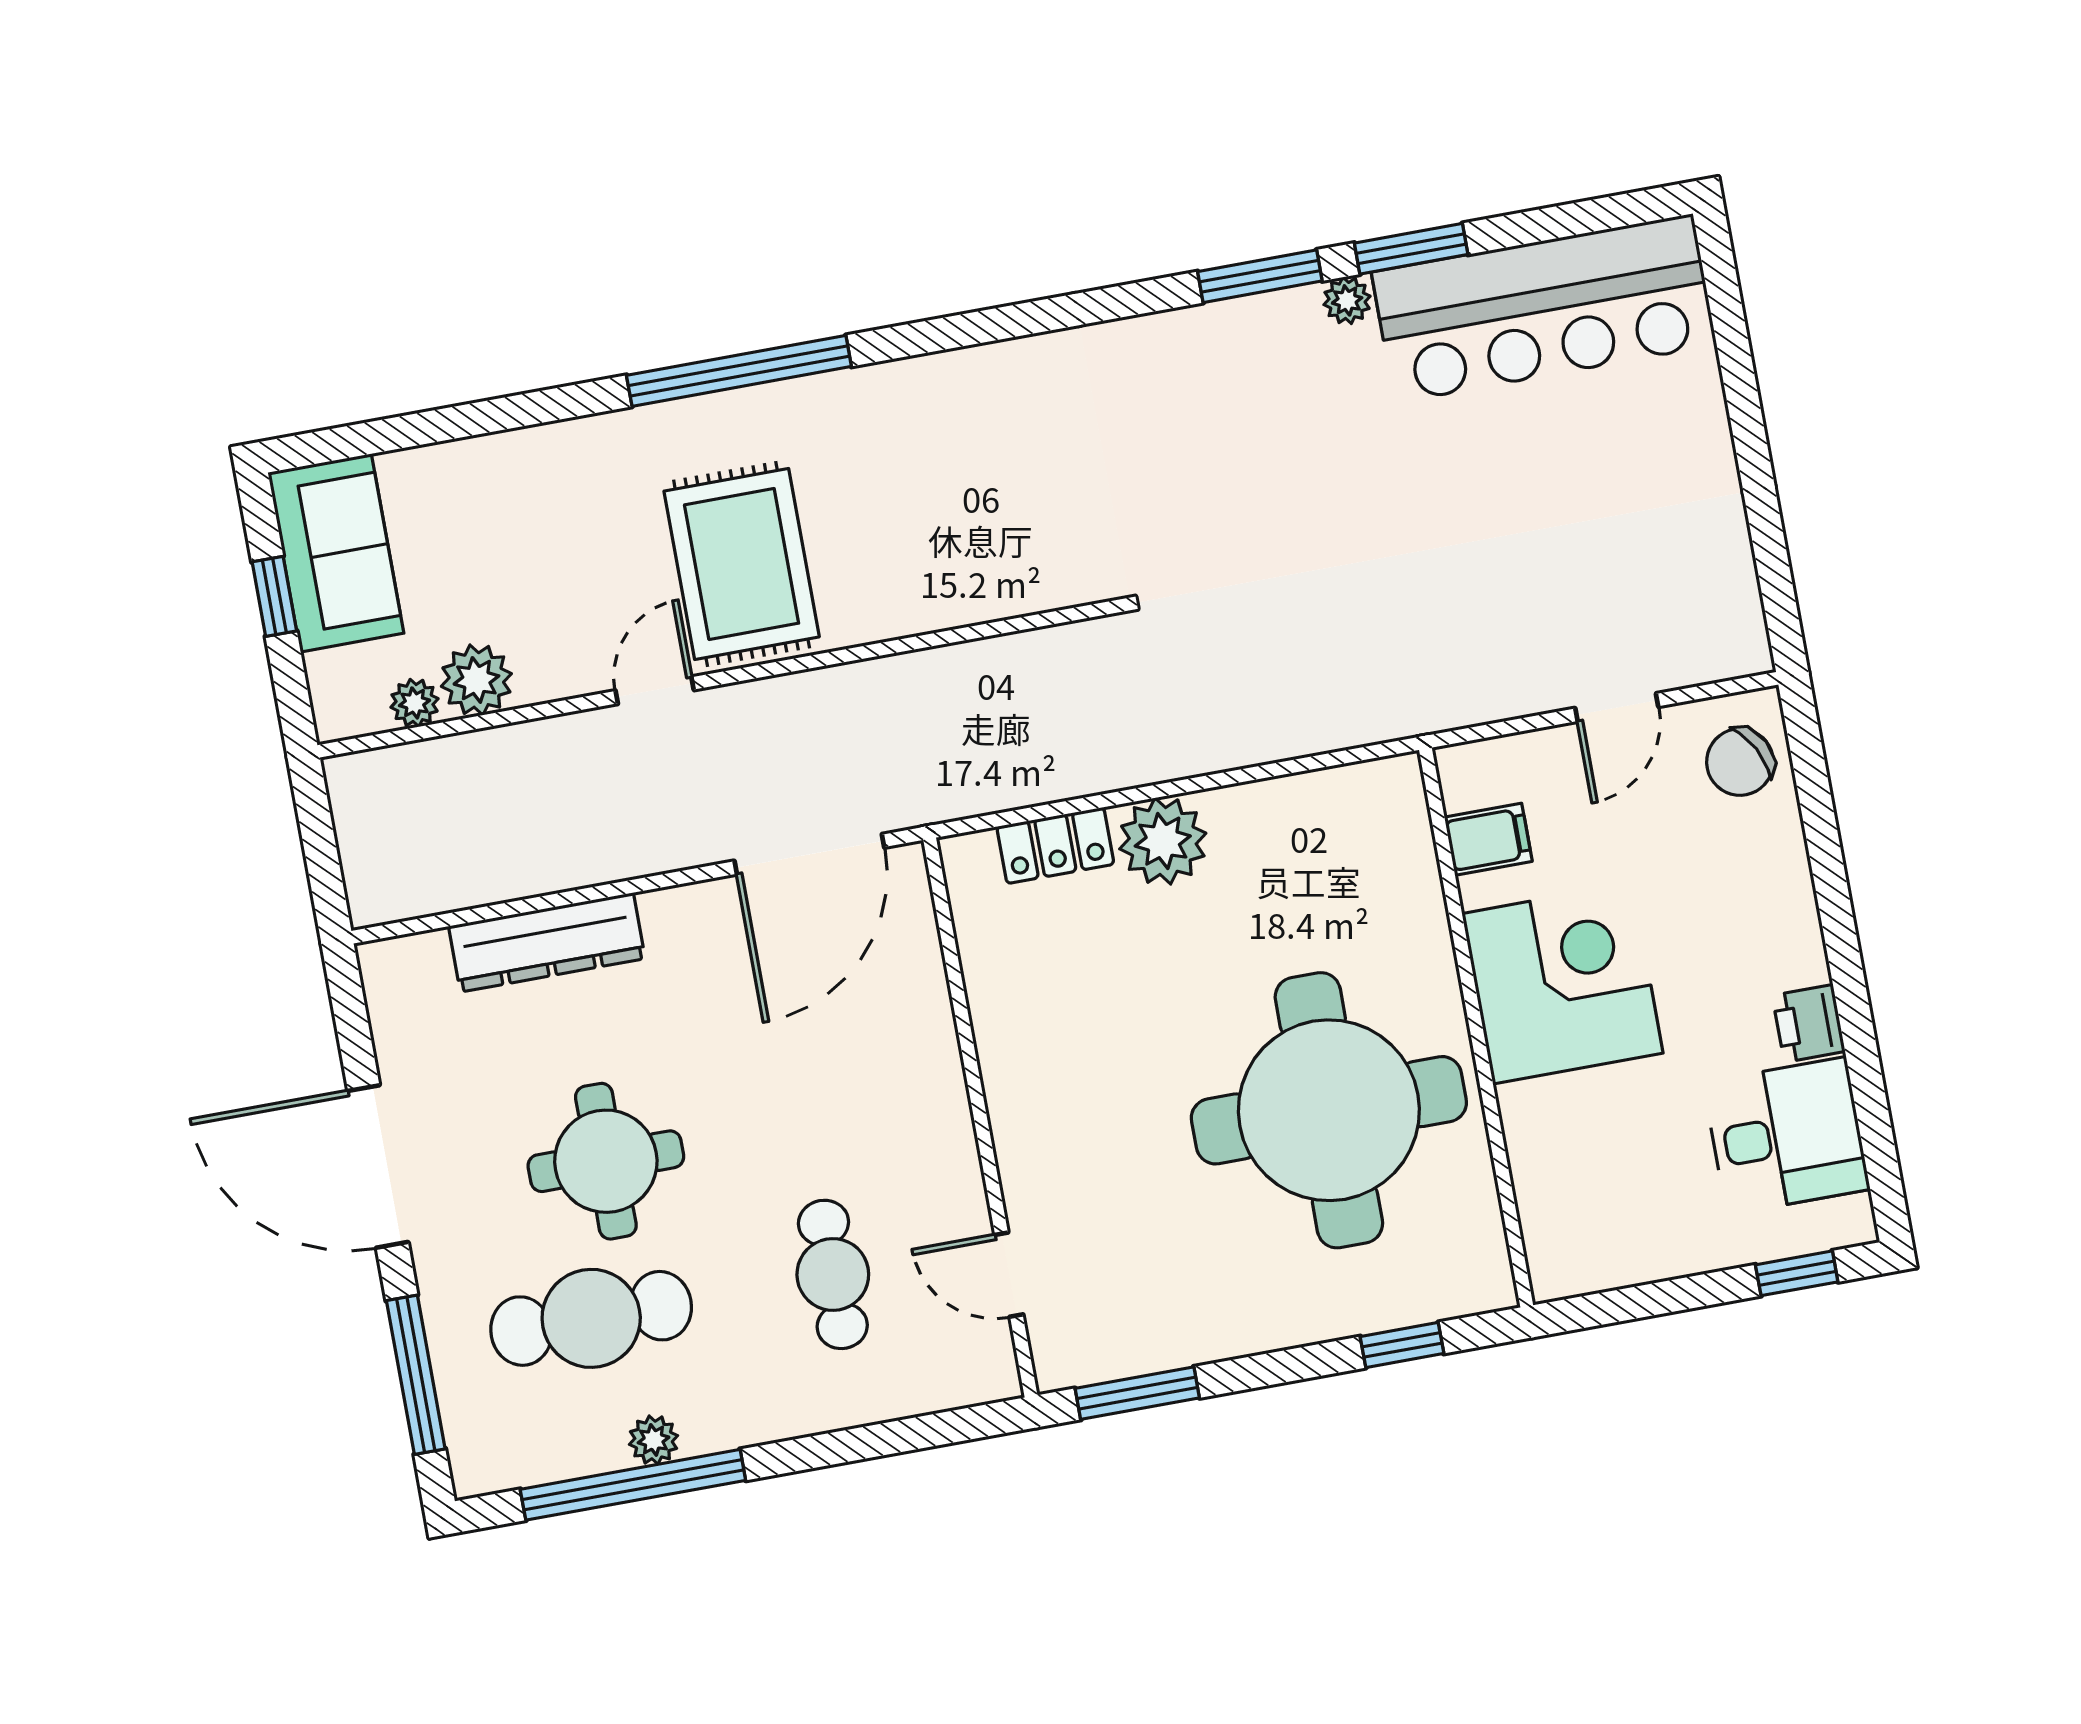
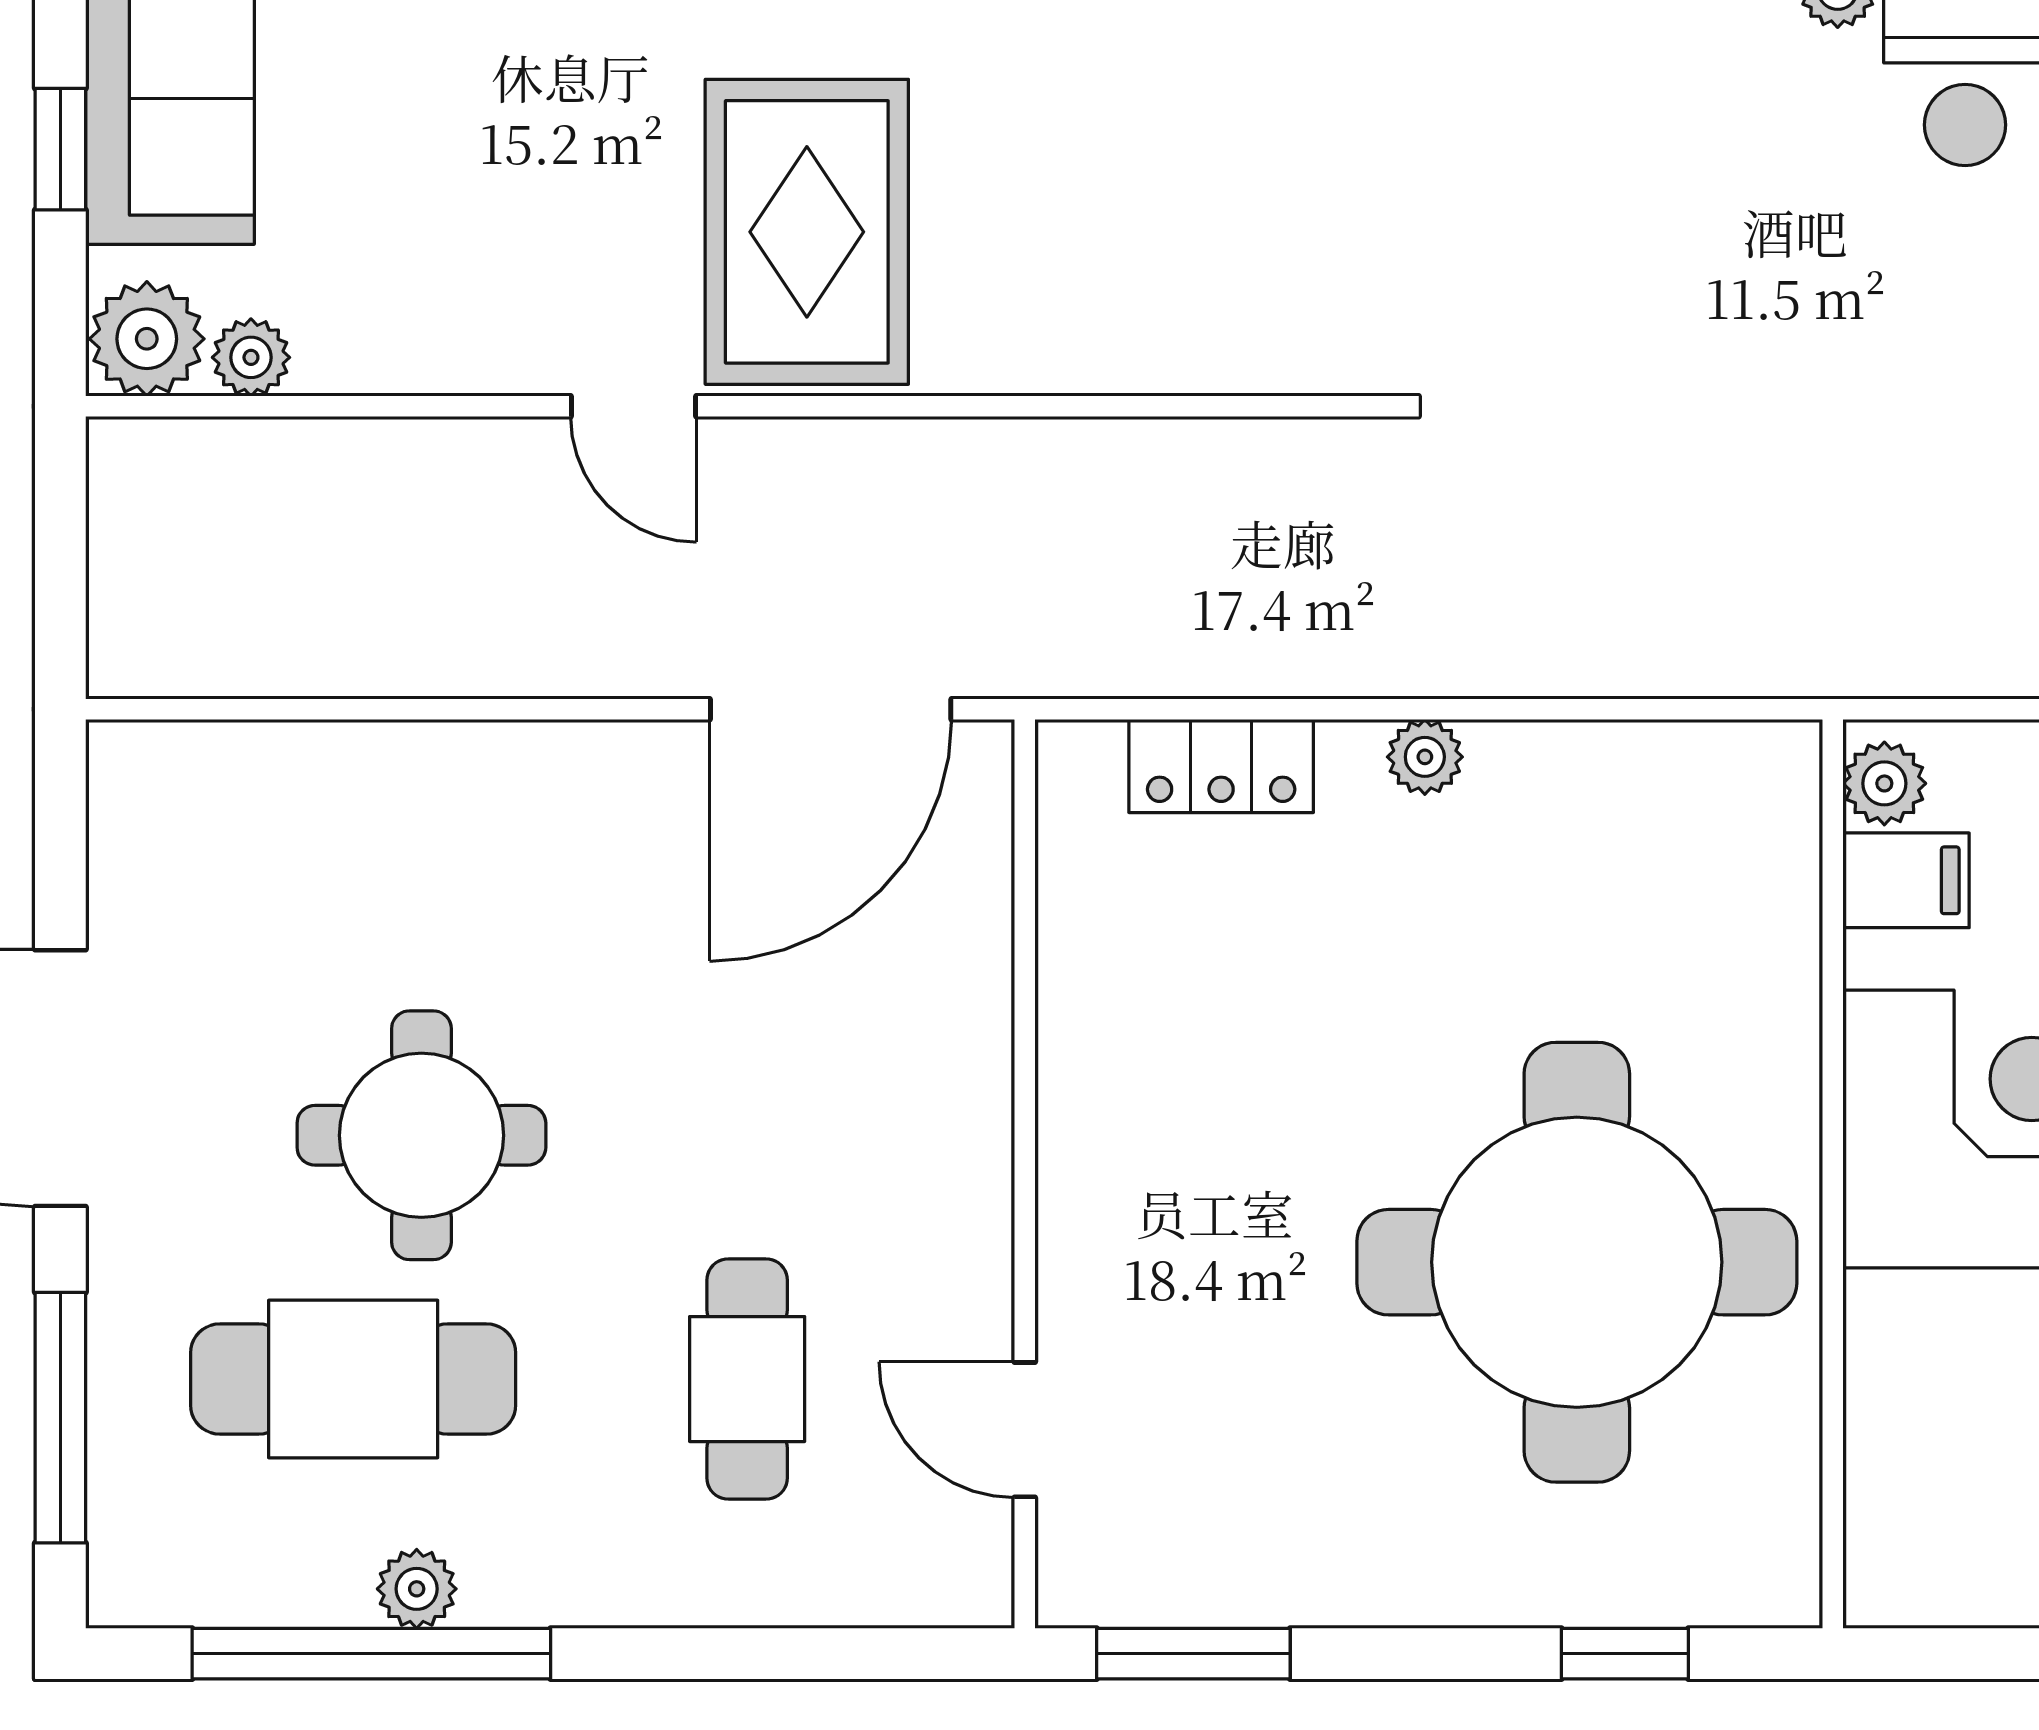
plant: (476, 680) -> (147, 339), moved
door: (655, 690) -> (634, 406), swing flipped
plant: (1464, 782) -> (1884, 783), added
plant: (1163, 841) -> (1425, 757), width x0.53, depth x0.53
dresser: (547, 942) -> (391, 773), removed

